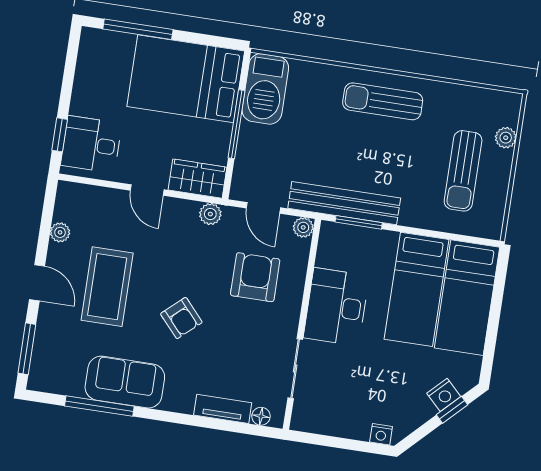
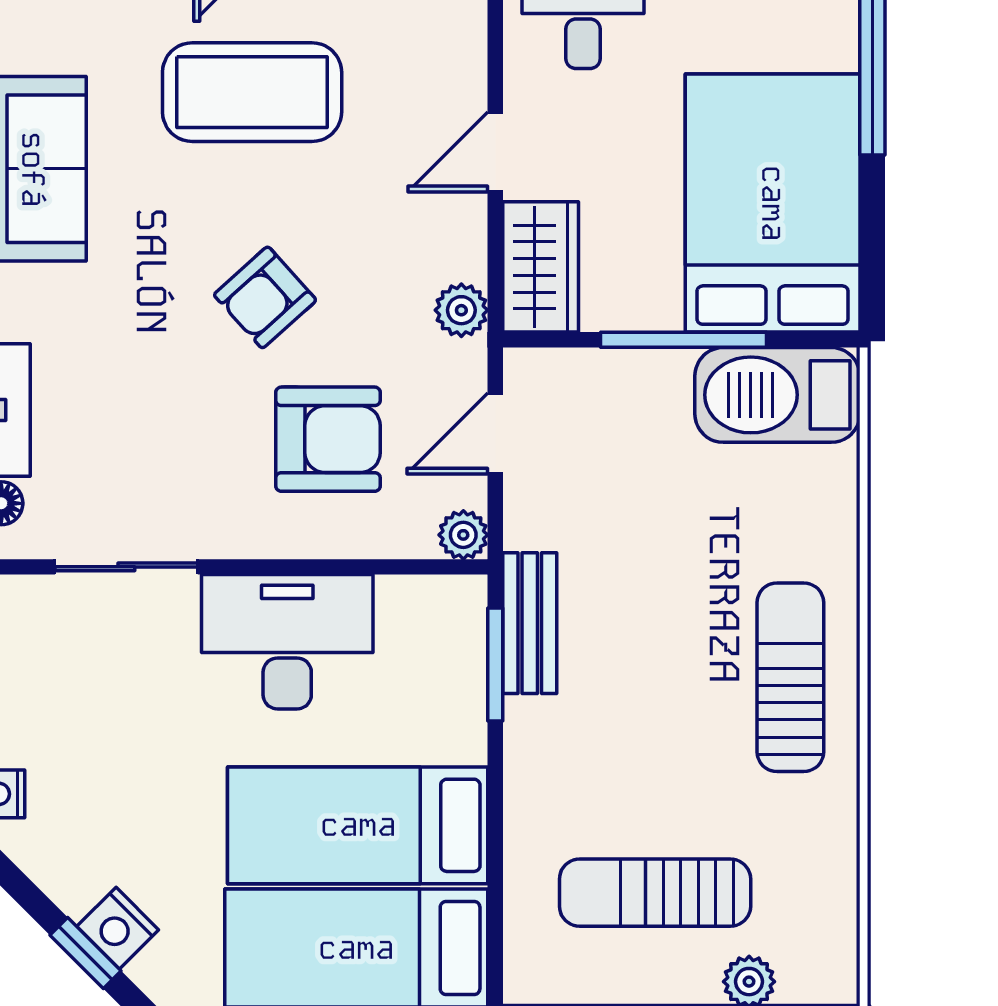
bench: (344, 203) -> (530, 623), width x0.54, depth x0.82
armchair: (181, 318) -> (265, 297), moved

